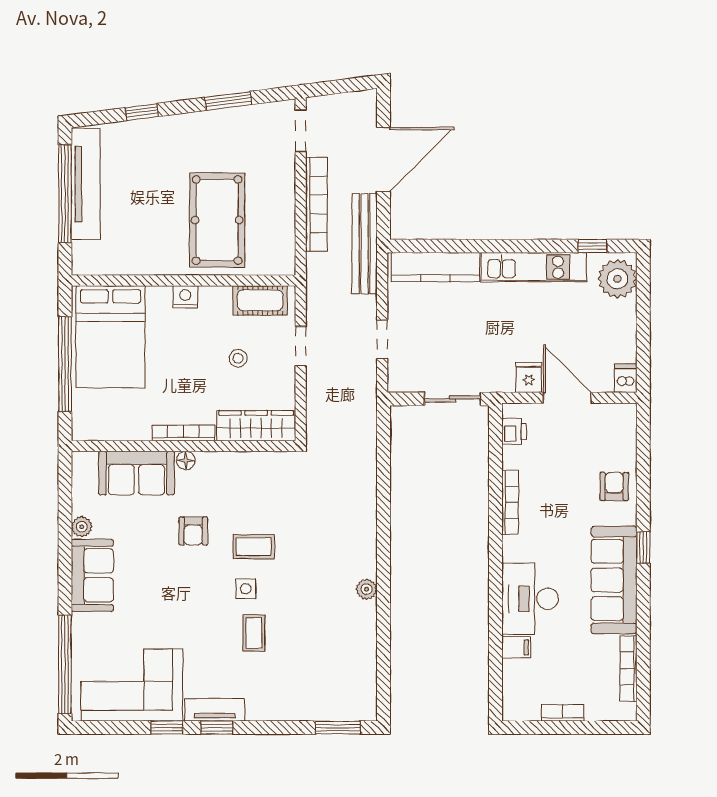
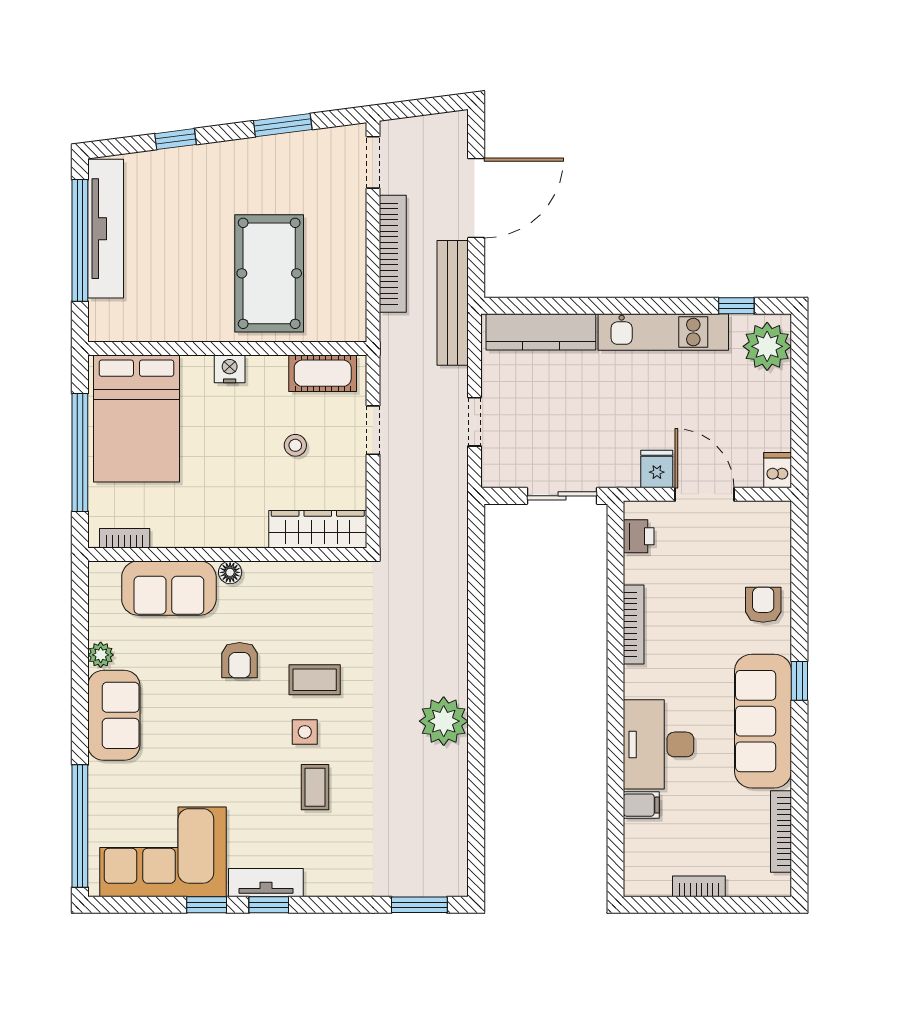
bookcase: (183, 433) -> (125, 538), moved, width x0.64
plant: (367, 589) -> (444, 721), width x1.87, depth x1.87

